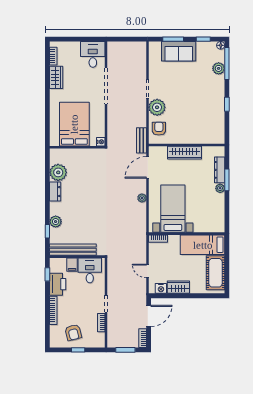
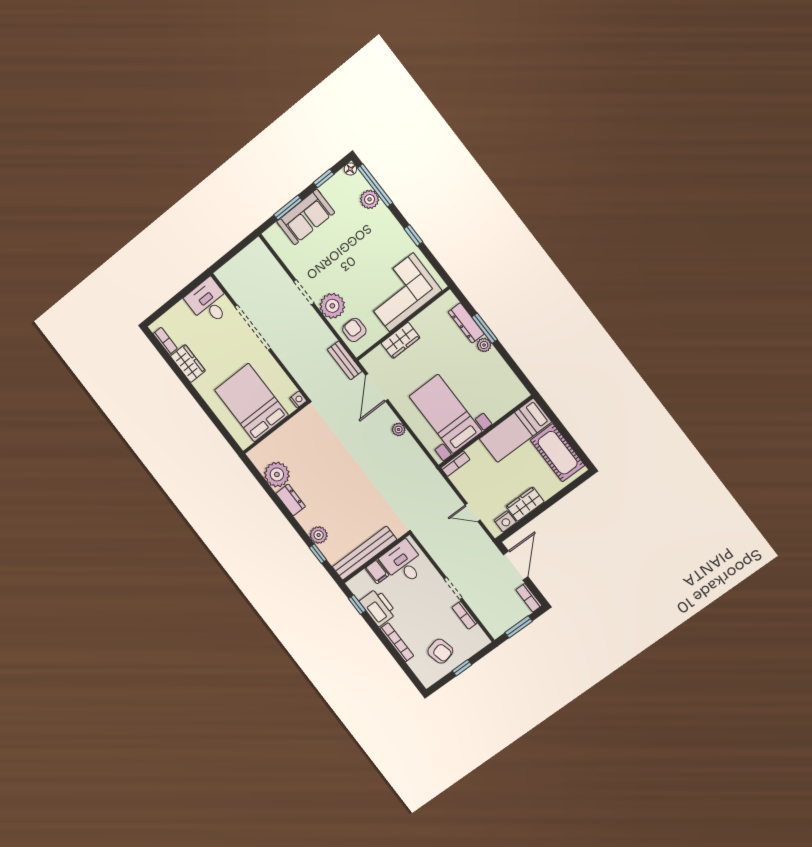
corner sofa: (198, 128) -> (401, 292), added
wardrobe: (184, 153) -> (401, 340), width x0.67

